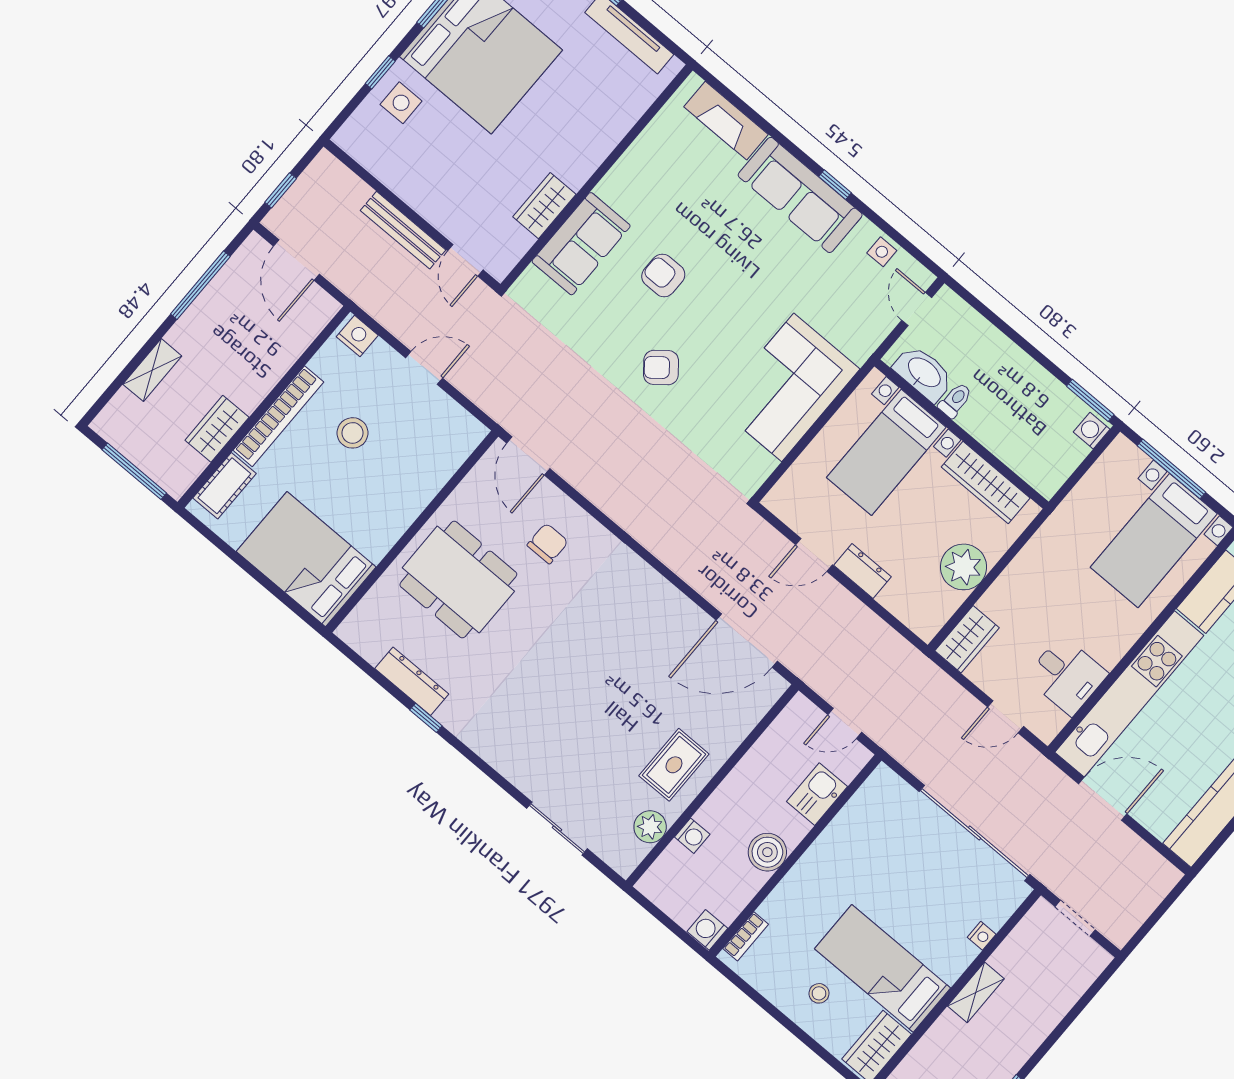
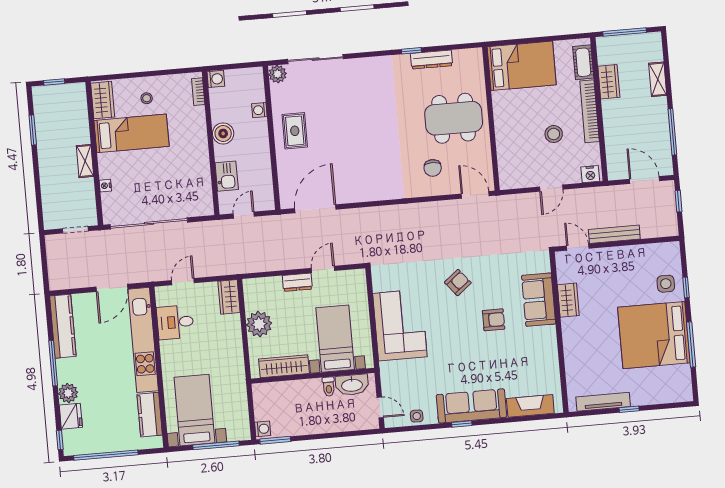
plant: (650, 827) -> (278, 74), moved
sliding door: (557, 829) -> (316, 59), width x1.37

